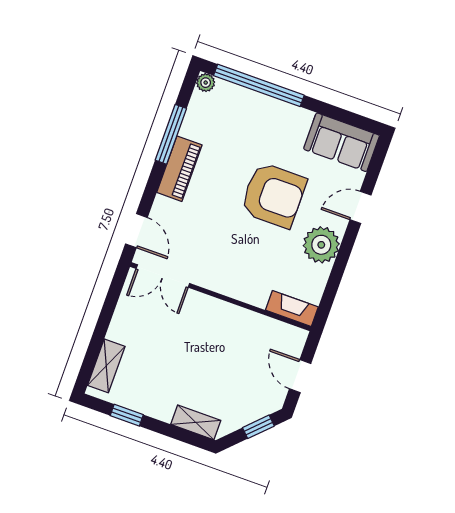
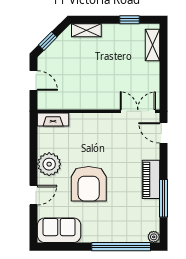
armchair: (273, 195) -> (89, 184), turned -90

